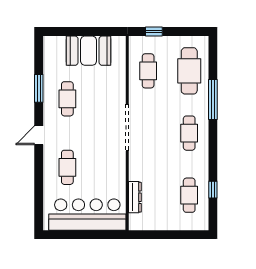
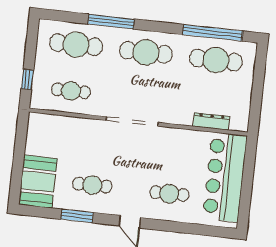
booth: (89, 51) -> (38, 182), moved
cafe table: (189, 133) -> (146, 52), width x1.37, depth x1.35
window: (213, 190) -> (213, 33), width x3.17
cafe table: (189, 195) -> (216, 60), width x1.37, depth x1.35

